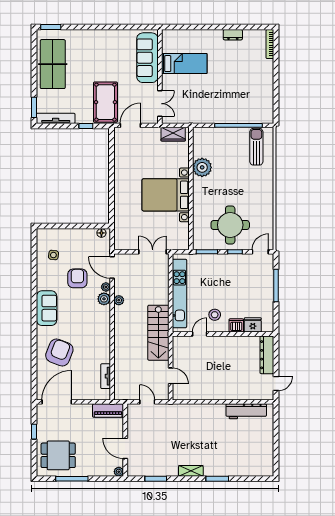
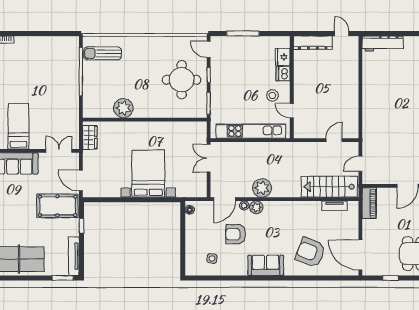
bed with nightstands: (166, 195) -> (148, 174), moved, turned 180
plant: (119, 300) -> (262, 188), width x1.88, depth x1.88
stairs: (158, 333) -> (329, 187), moved, turned 180
workbench: (246, 411) -> (383, 43), moved, turned 90

